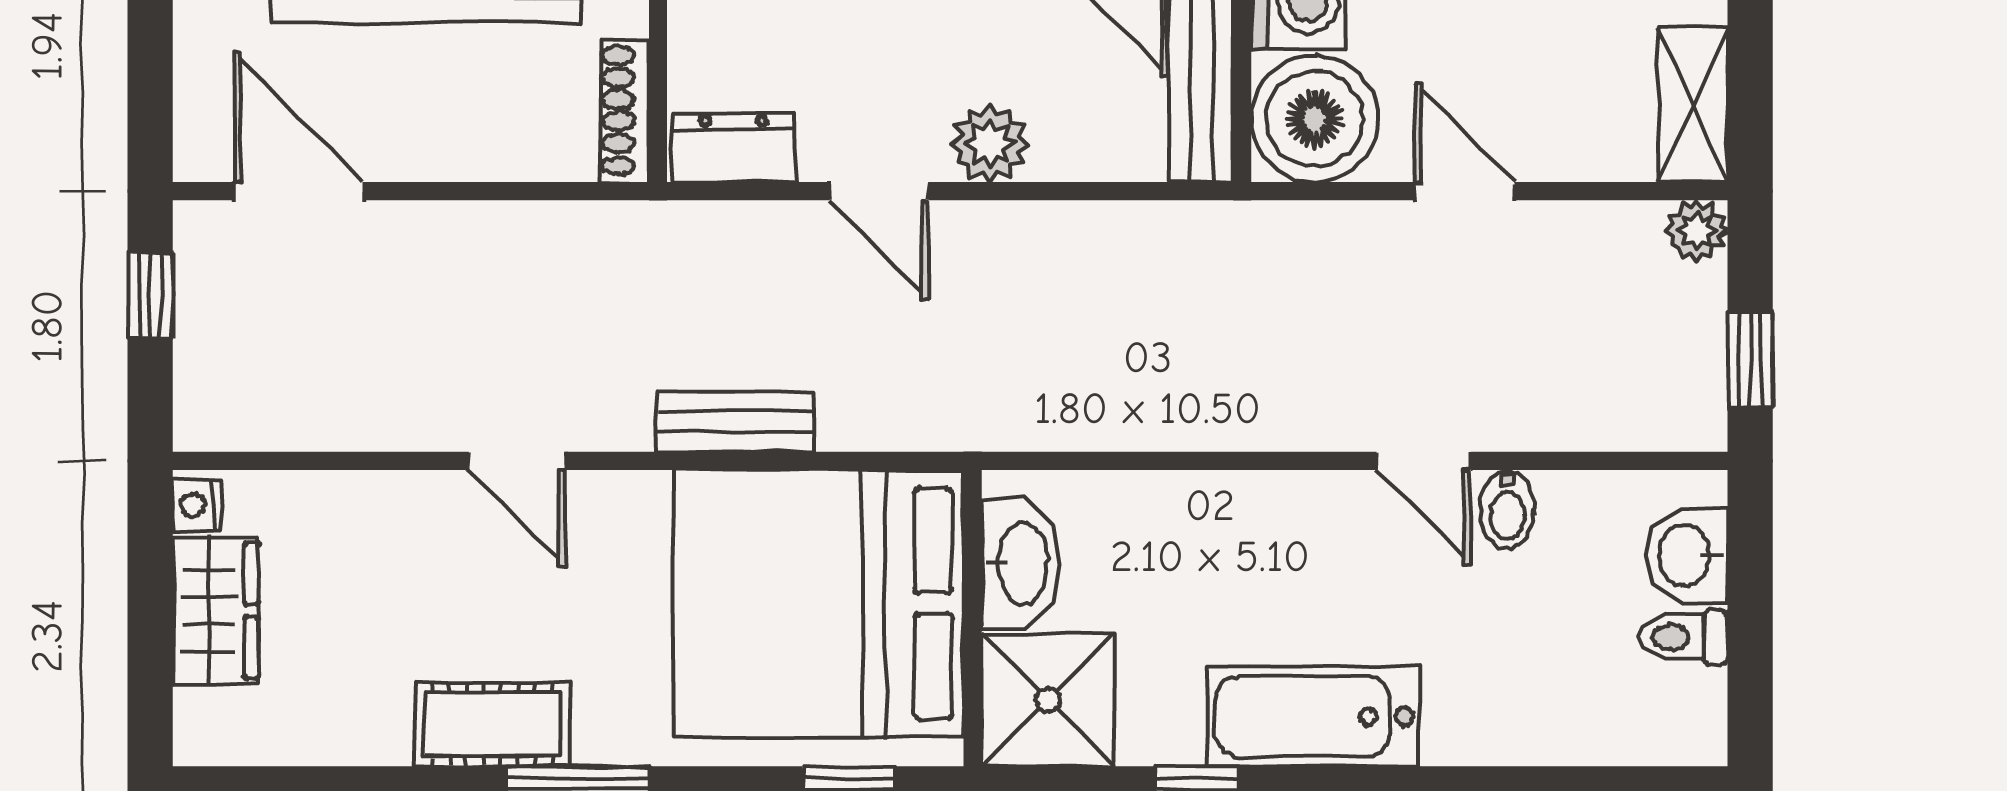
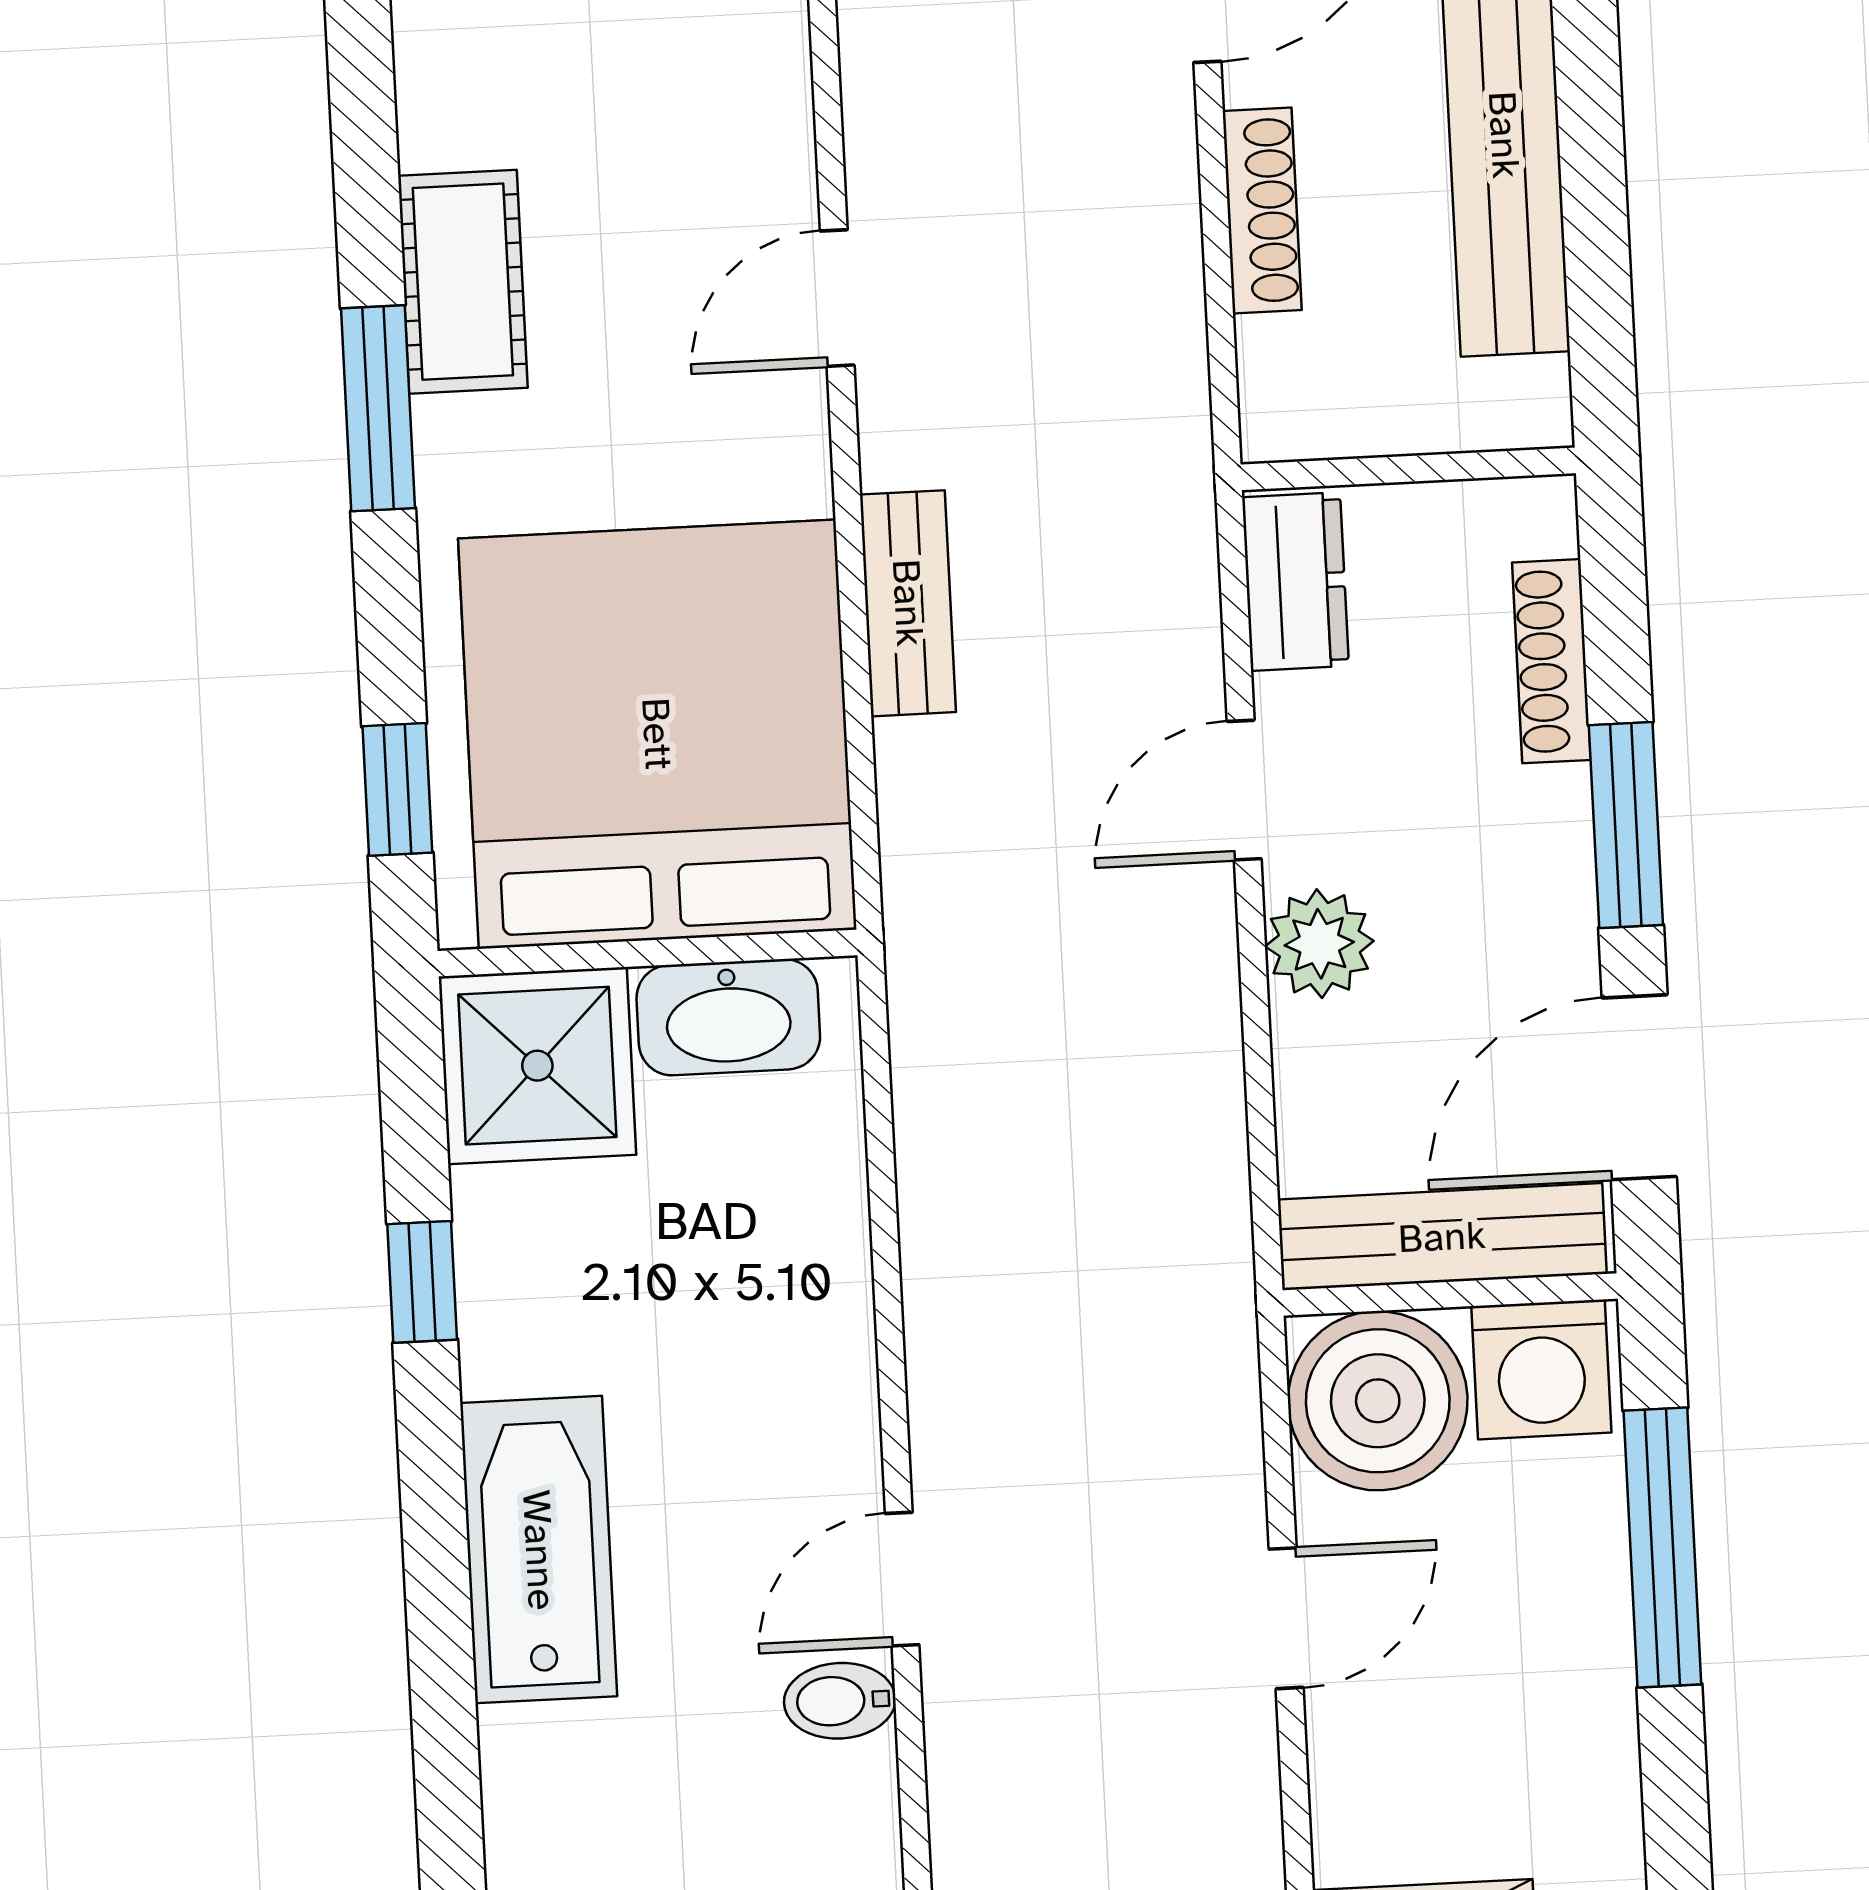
shoe rack: (625, 111) -> (1262, 211), moved, turned 90
bathtub: (1313, 716) -> (539, 1550), moved

